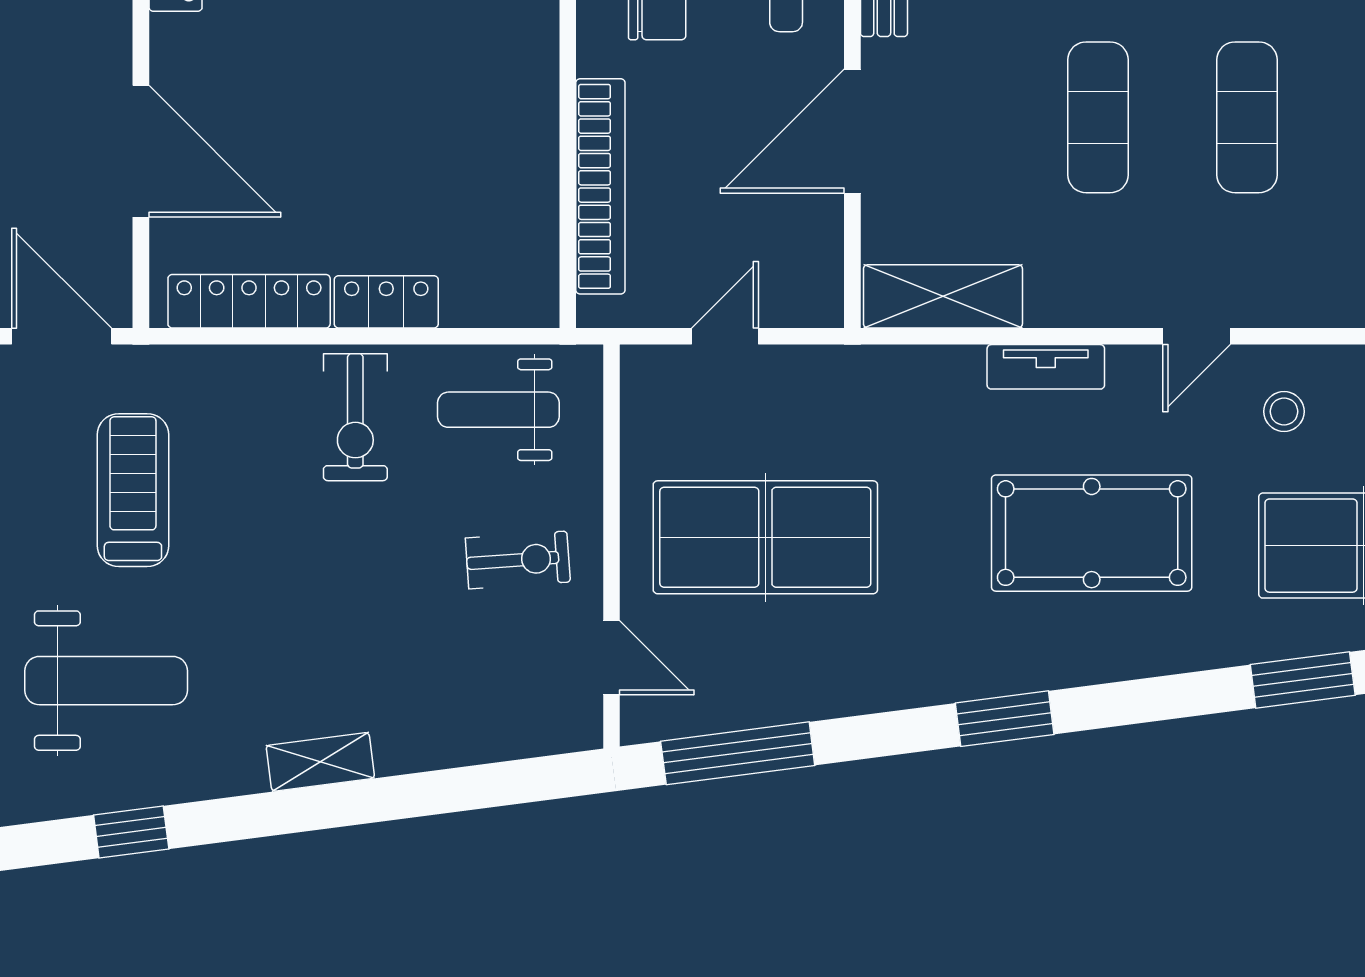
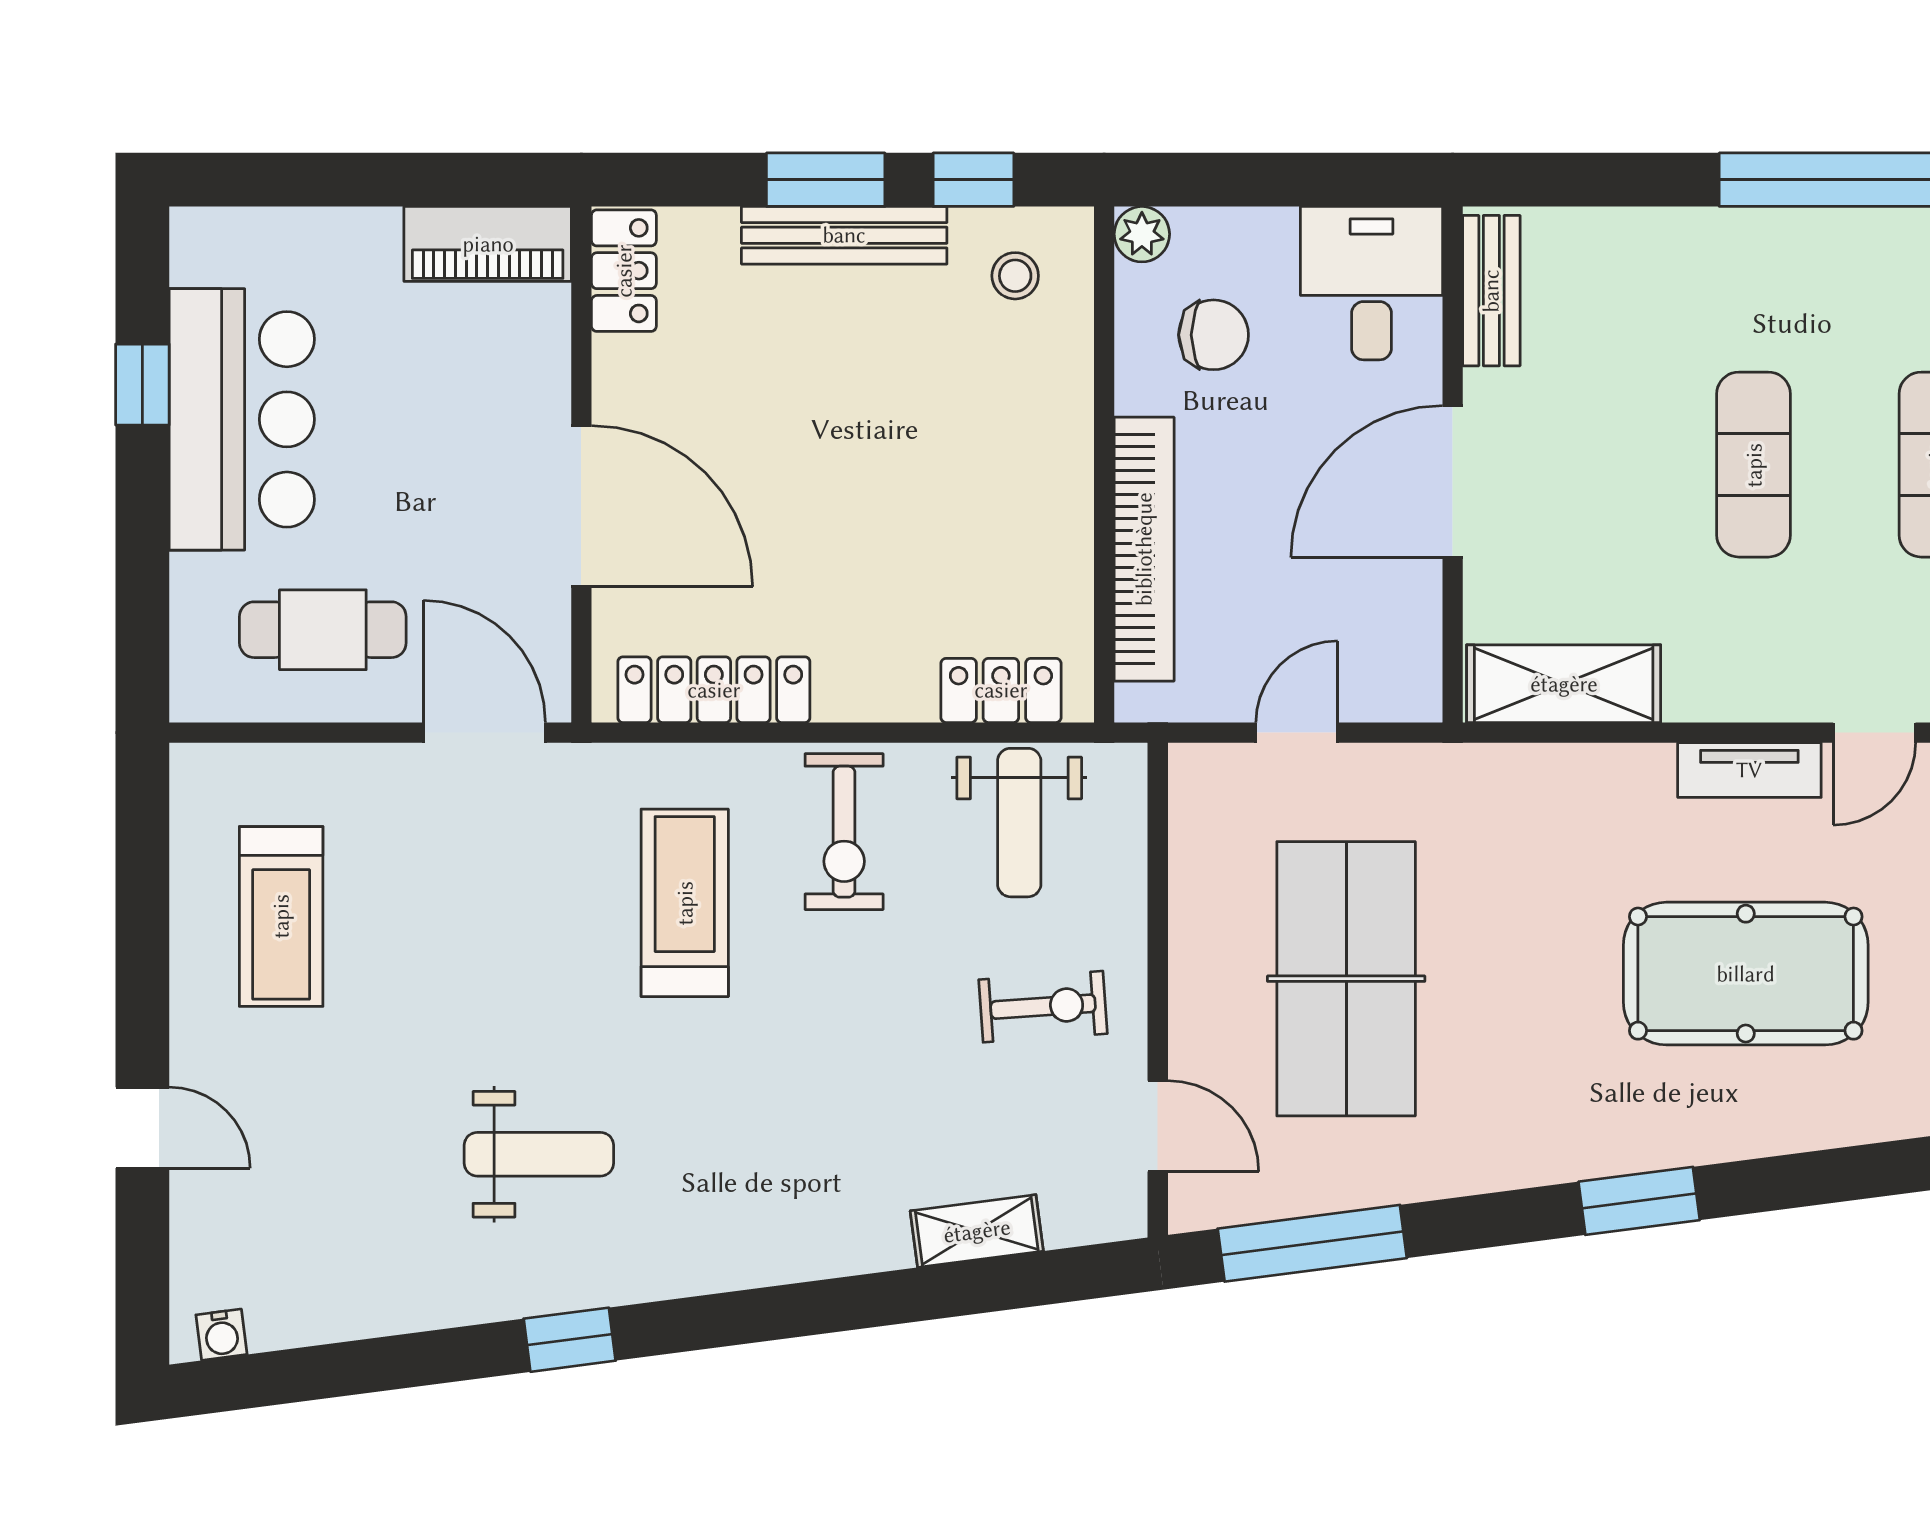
locker: (386, 302) -> (1001, 690), moved
tv unit: (1046, 367) -> (1749, 770), moved
weight bench: (498, 410) -> (1019, 823), turned -90
treadmill: (133, 490) -> (685, 903), moved
table tennis table: (765, 537) -> (1346, 979), turned 90
weight bench: (106, 681) -> (539, 1154), width x0.73, depth x0.75
shelving: (320, 762) -> (977, 1231), moved

